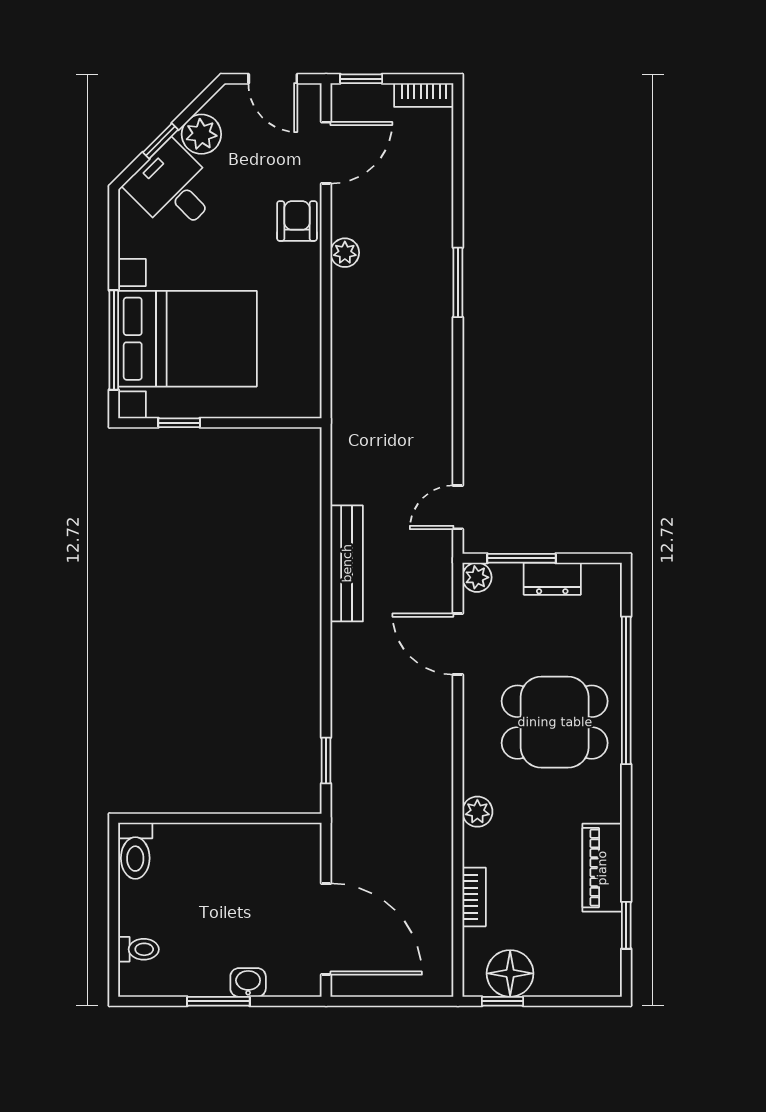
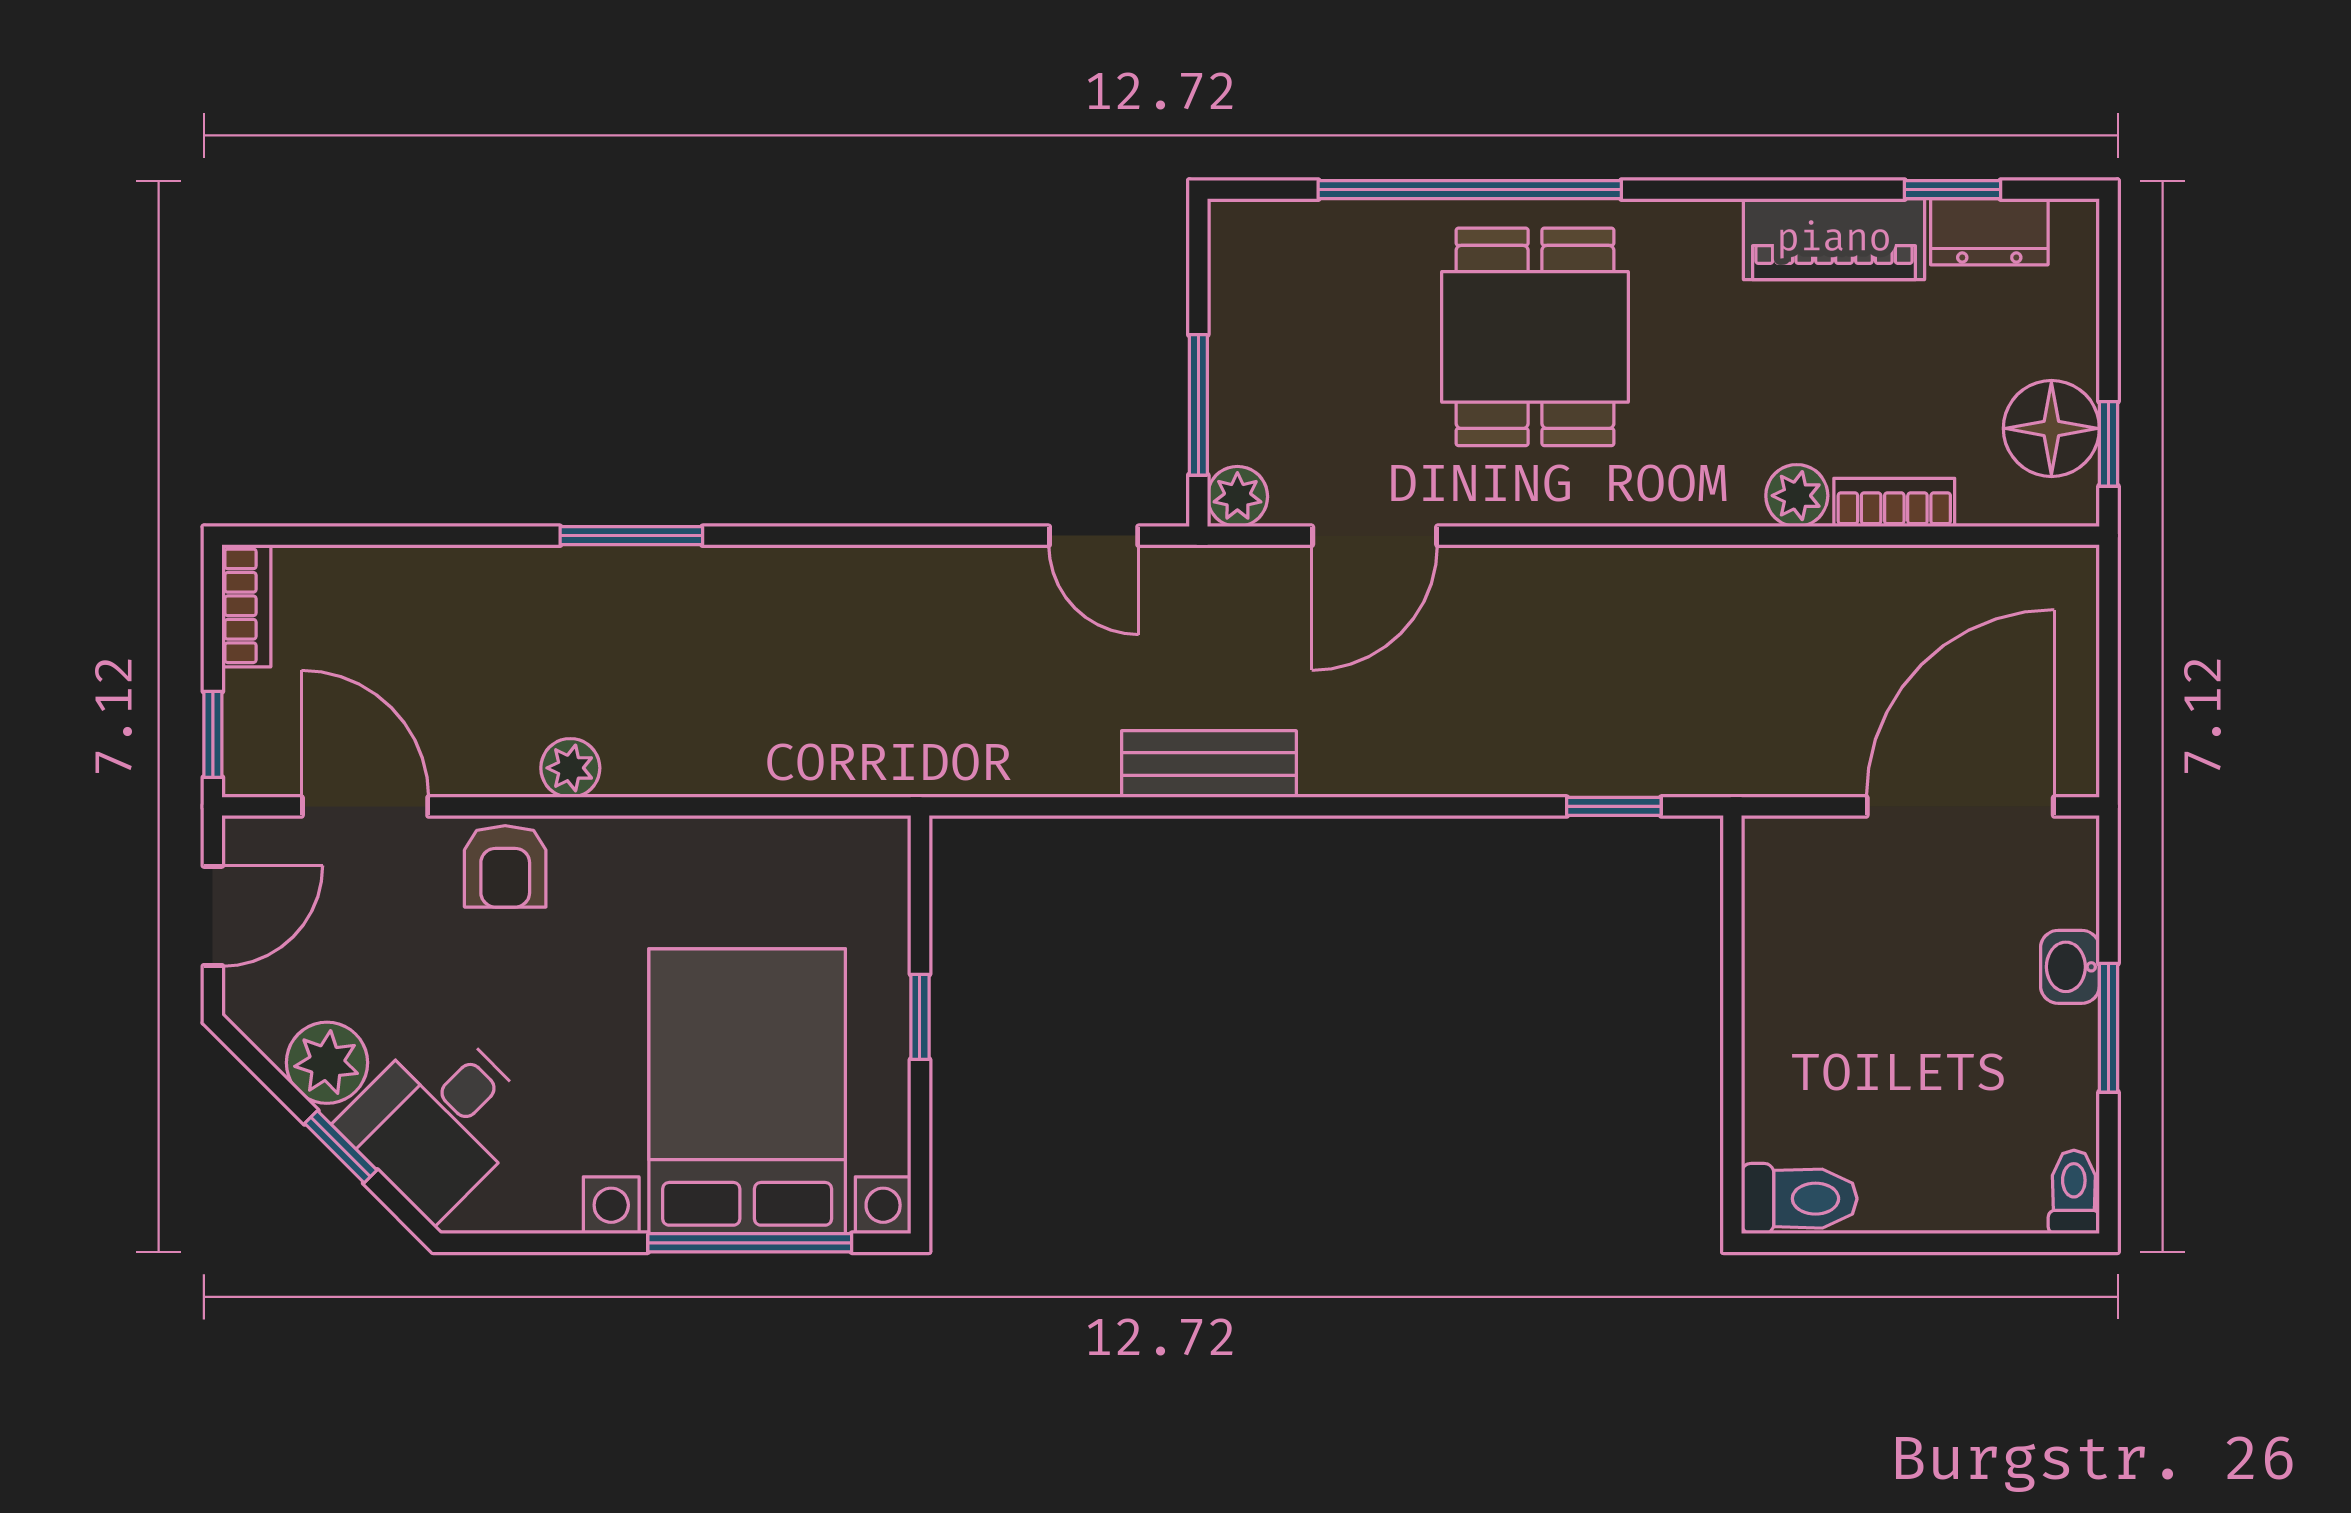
armchair: (297, 221) -> (505, 866), turned -90
window: (179, 423) -> (920, 1017), moved
bench: (347, 563) -> (1209, 764), width x0.73
dresser: (552, 579) -> (1989, 232), moved, turned 90
plant: (477, 812) -> (1797, 496), moved
toilet: (138, 949) -> (2074, 1192), moved

